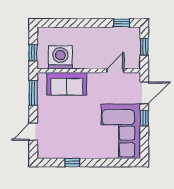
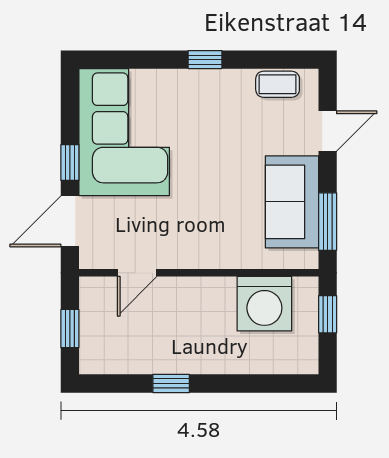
window: (122, 23) -> (171, 383), moved
sofa: (67, 84) -> (292, 202), moved, turned -90
coffee table: (55, 152) -> (278, 84), added
window: (72, 163) -> (205, 60), moved

